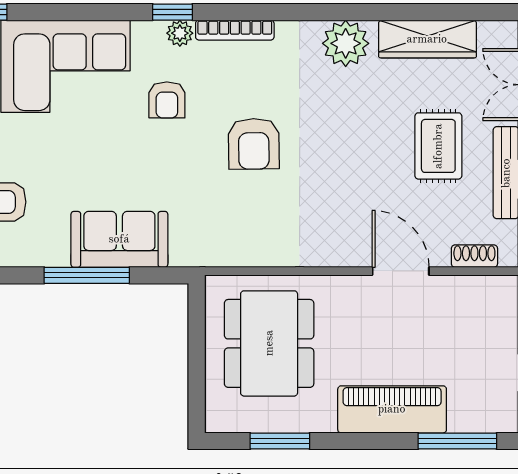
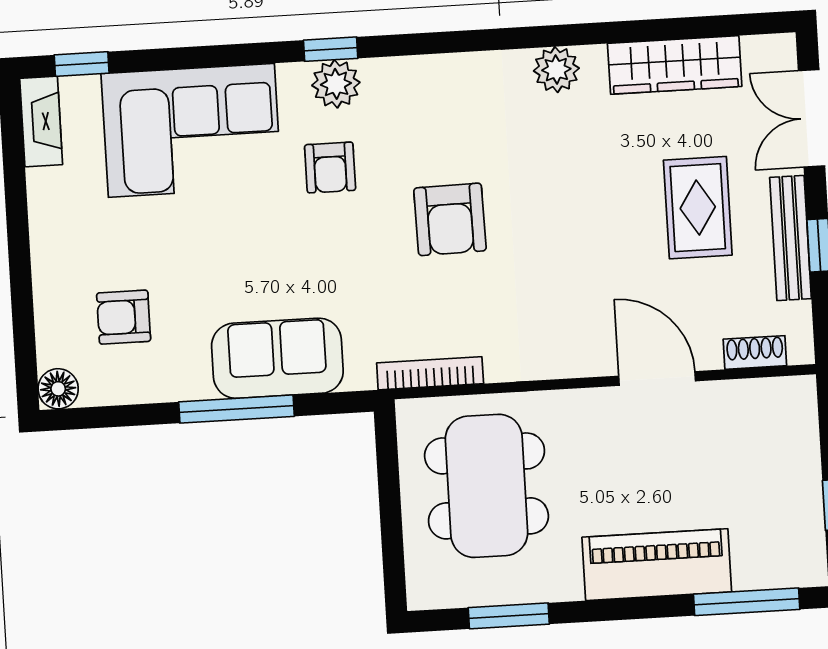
bookcase: (235, 30) -> (430, 373), moved, turned 180
plant: (180, 33) -> (336, 84), width x1.38, depth x1.38
plant: (346, 43) -> (556, 70), width x0.73, depth x0.73

